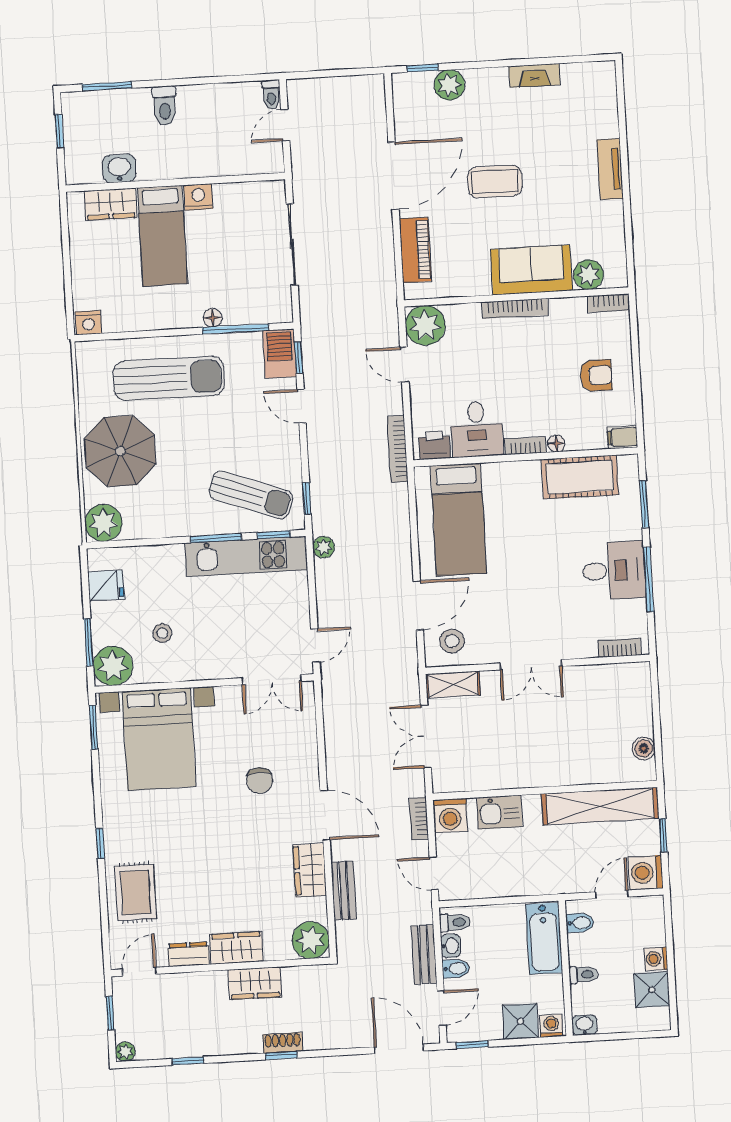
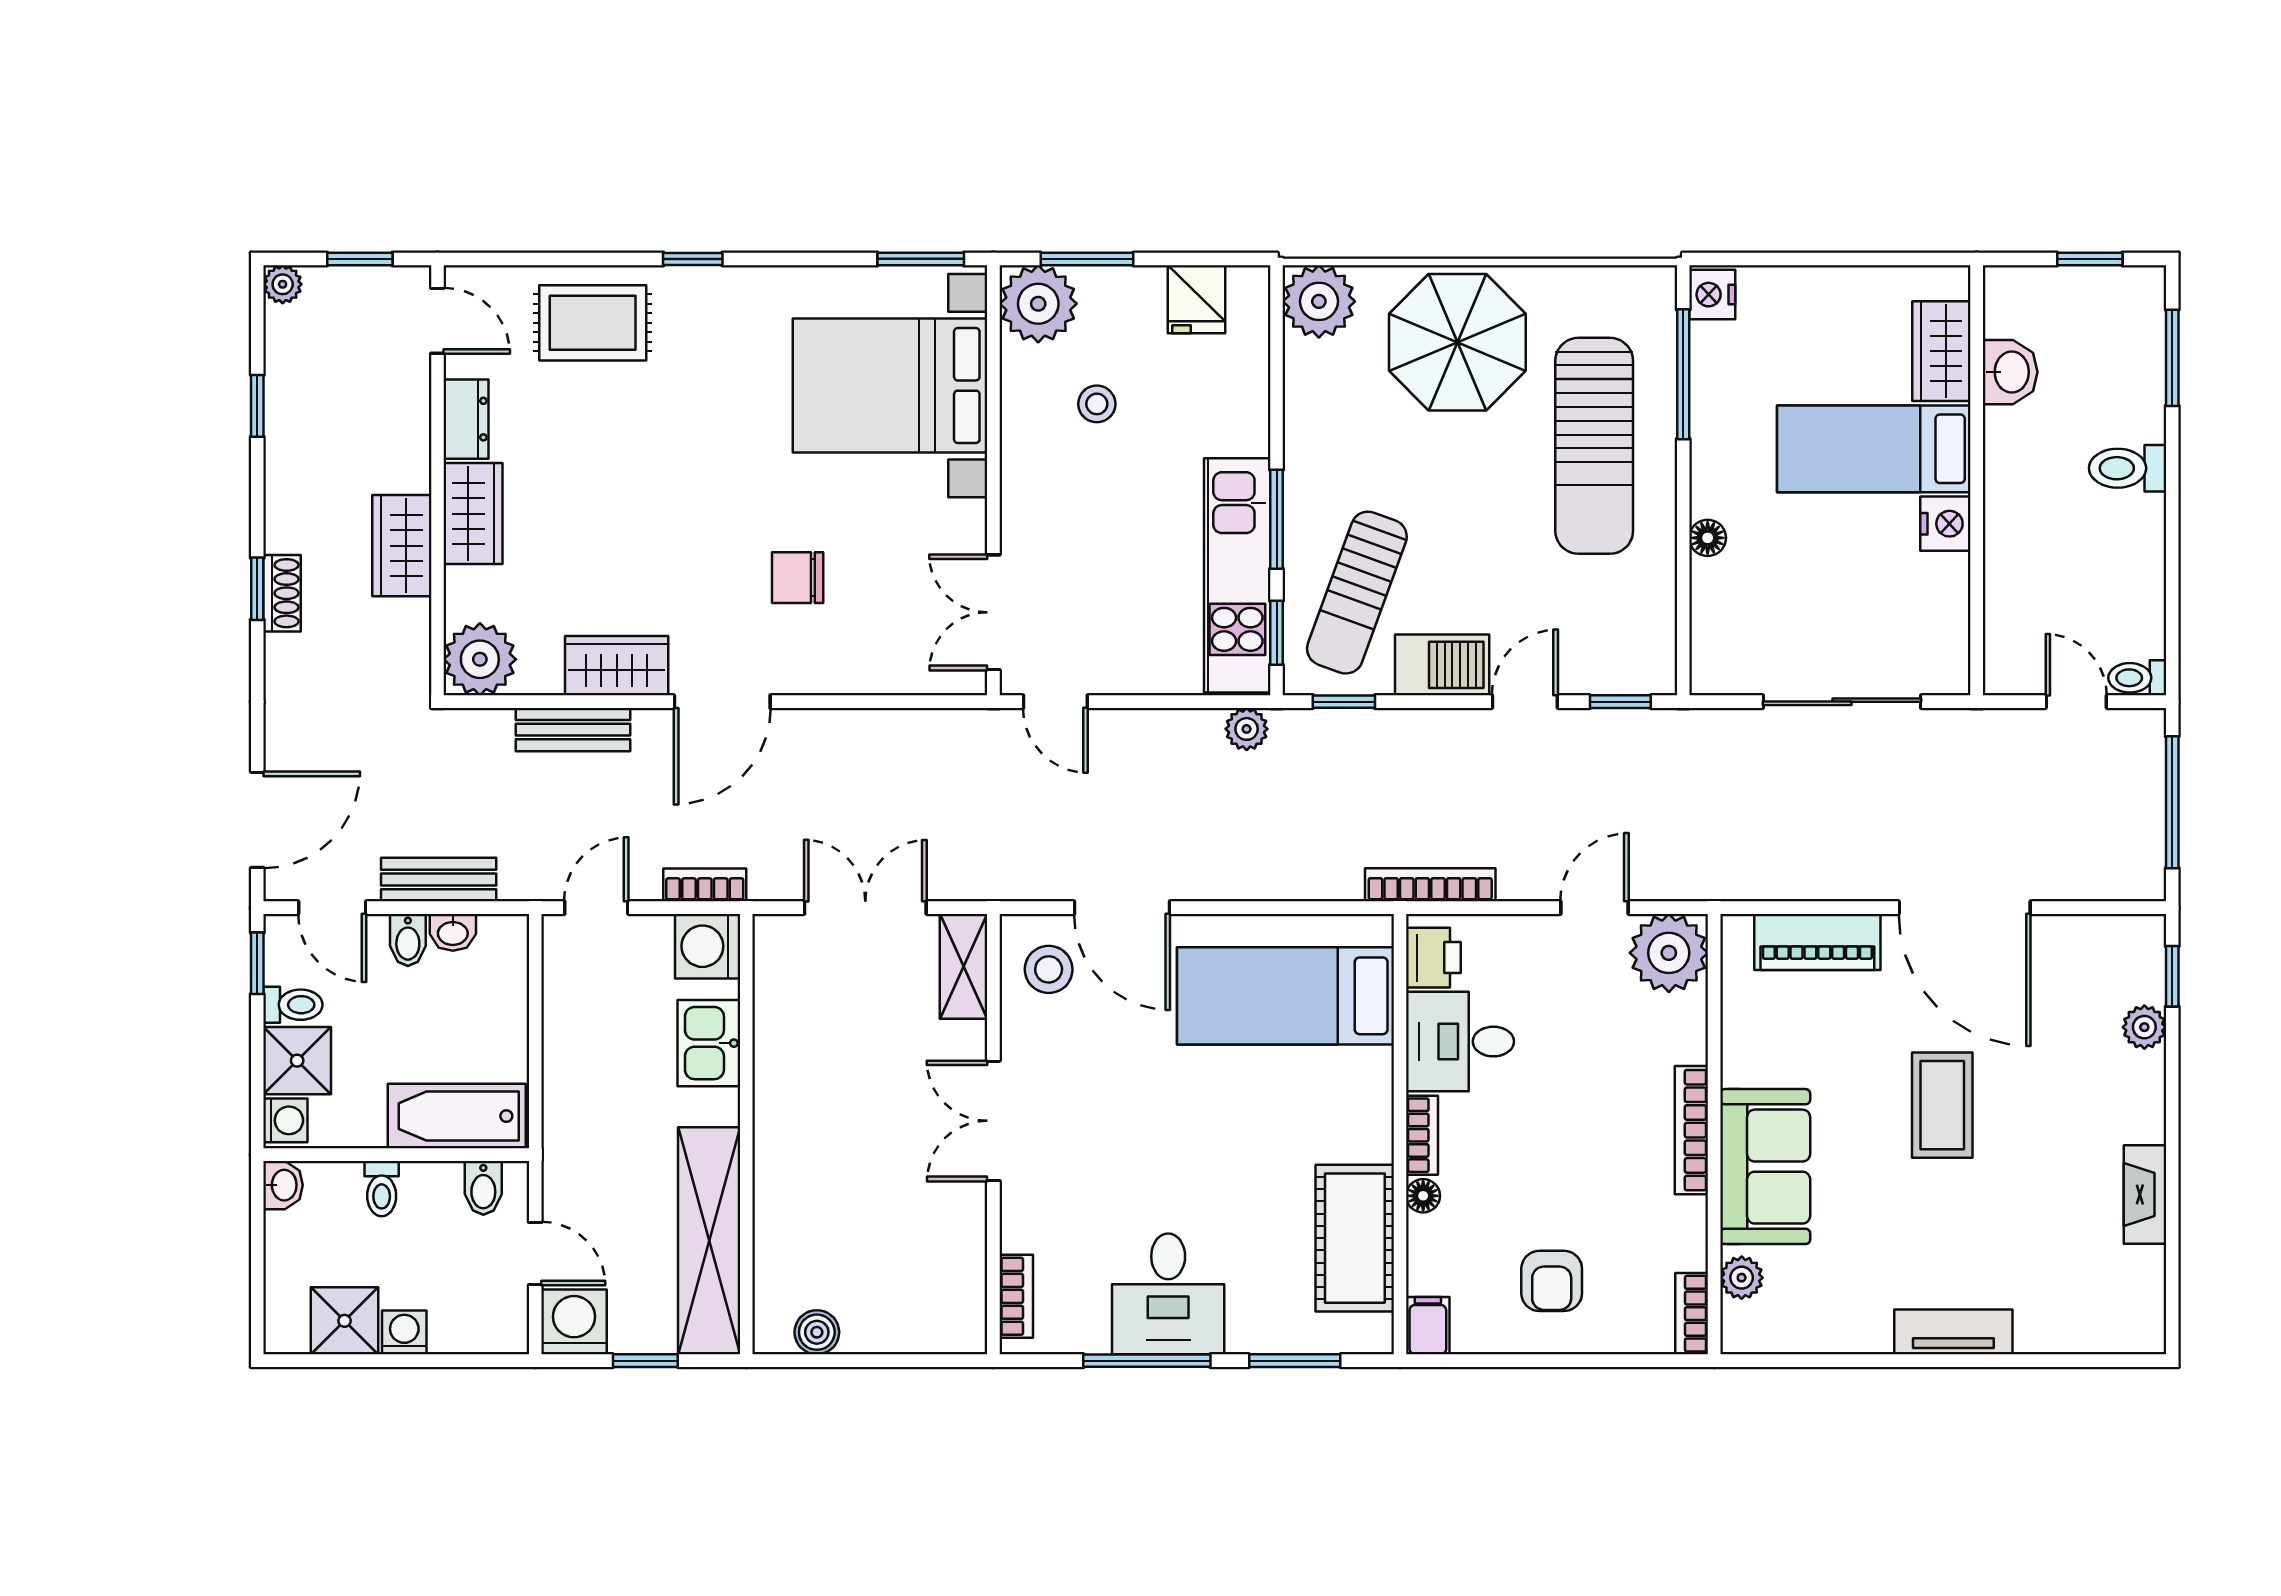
window: (334, 73) -> (2172, 802), added
plant: (449, 85) -> (2144, 1027), width x0.73, depth x0.73
plant: (588, 275) -> (1742, 1278), width x0.73, depth x0.73
window: (235, 329) -> (1683, 374), moved
barbecue: (280, 354) -> (1442, 665), moved
toilet: (455, 922) -> (293, 1005), moved, turned -90

